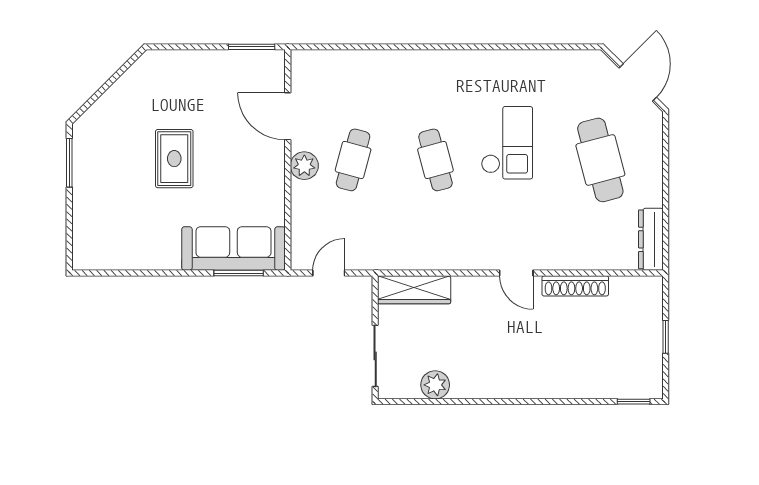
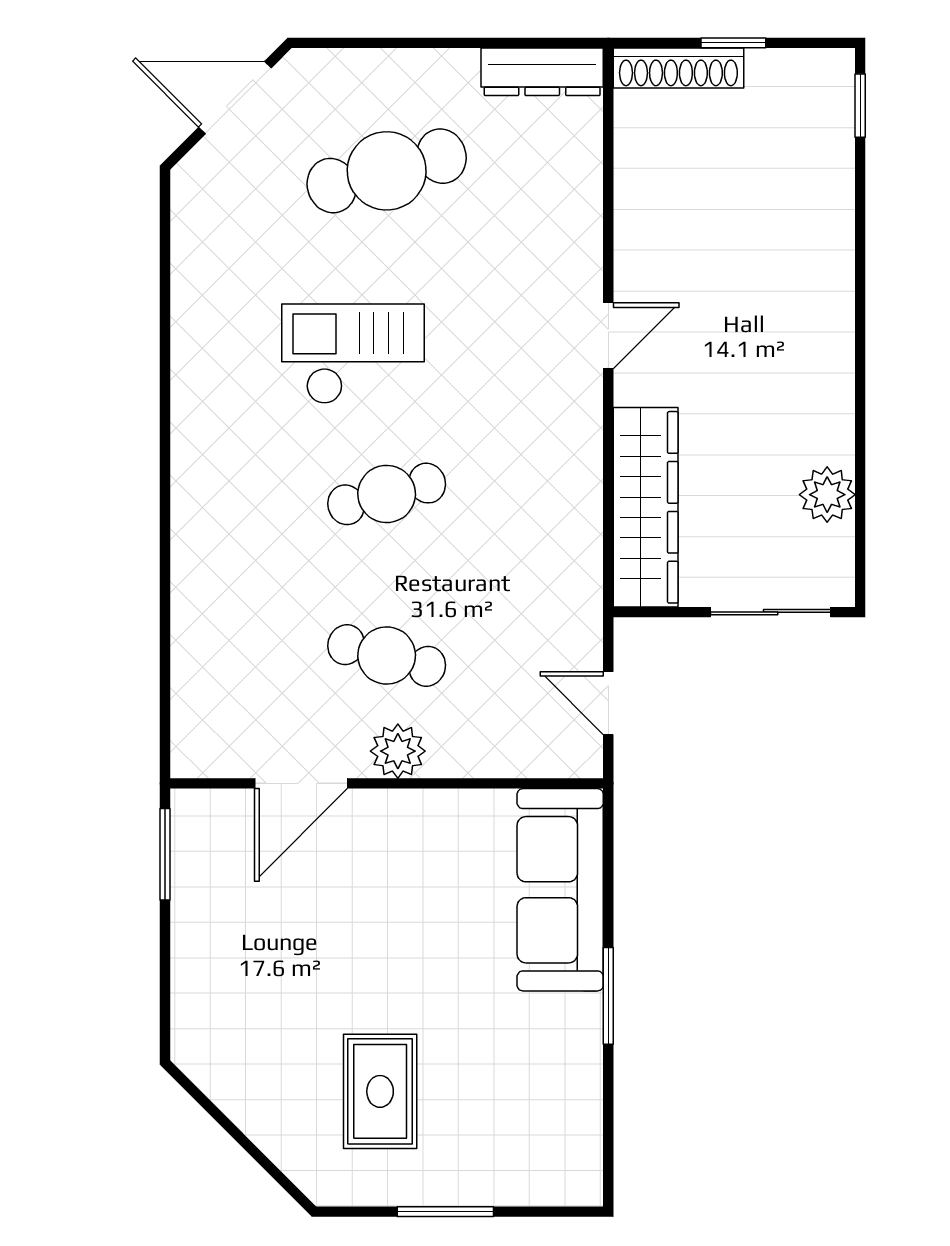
rug: (174, 159) -> (380, 1091), moved, turned 90
window: (69, 163) -> (445, 1212), moved
window: (239, 273) -> (608, 996), moved
shoe rack: (575, 286) -> (678, 68), moved, turned 90
wardrobe: (414, 290) -> (646, 507), width x1.40, depth x1.17

